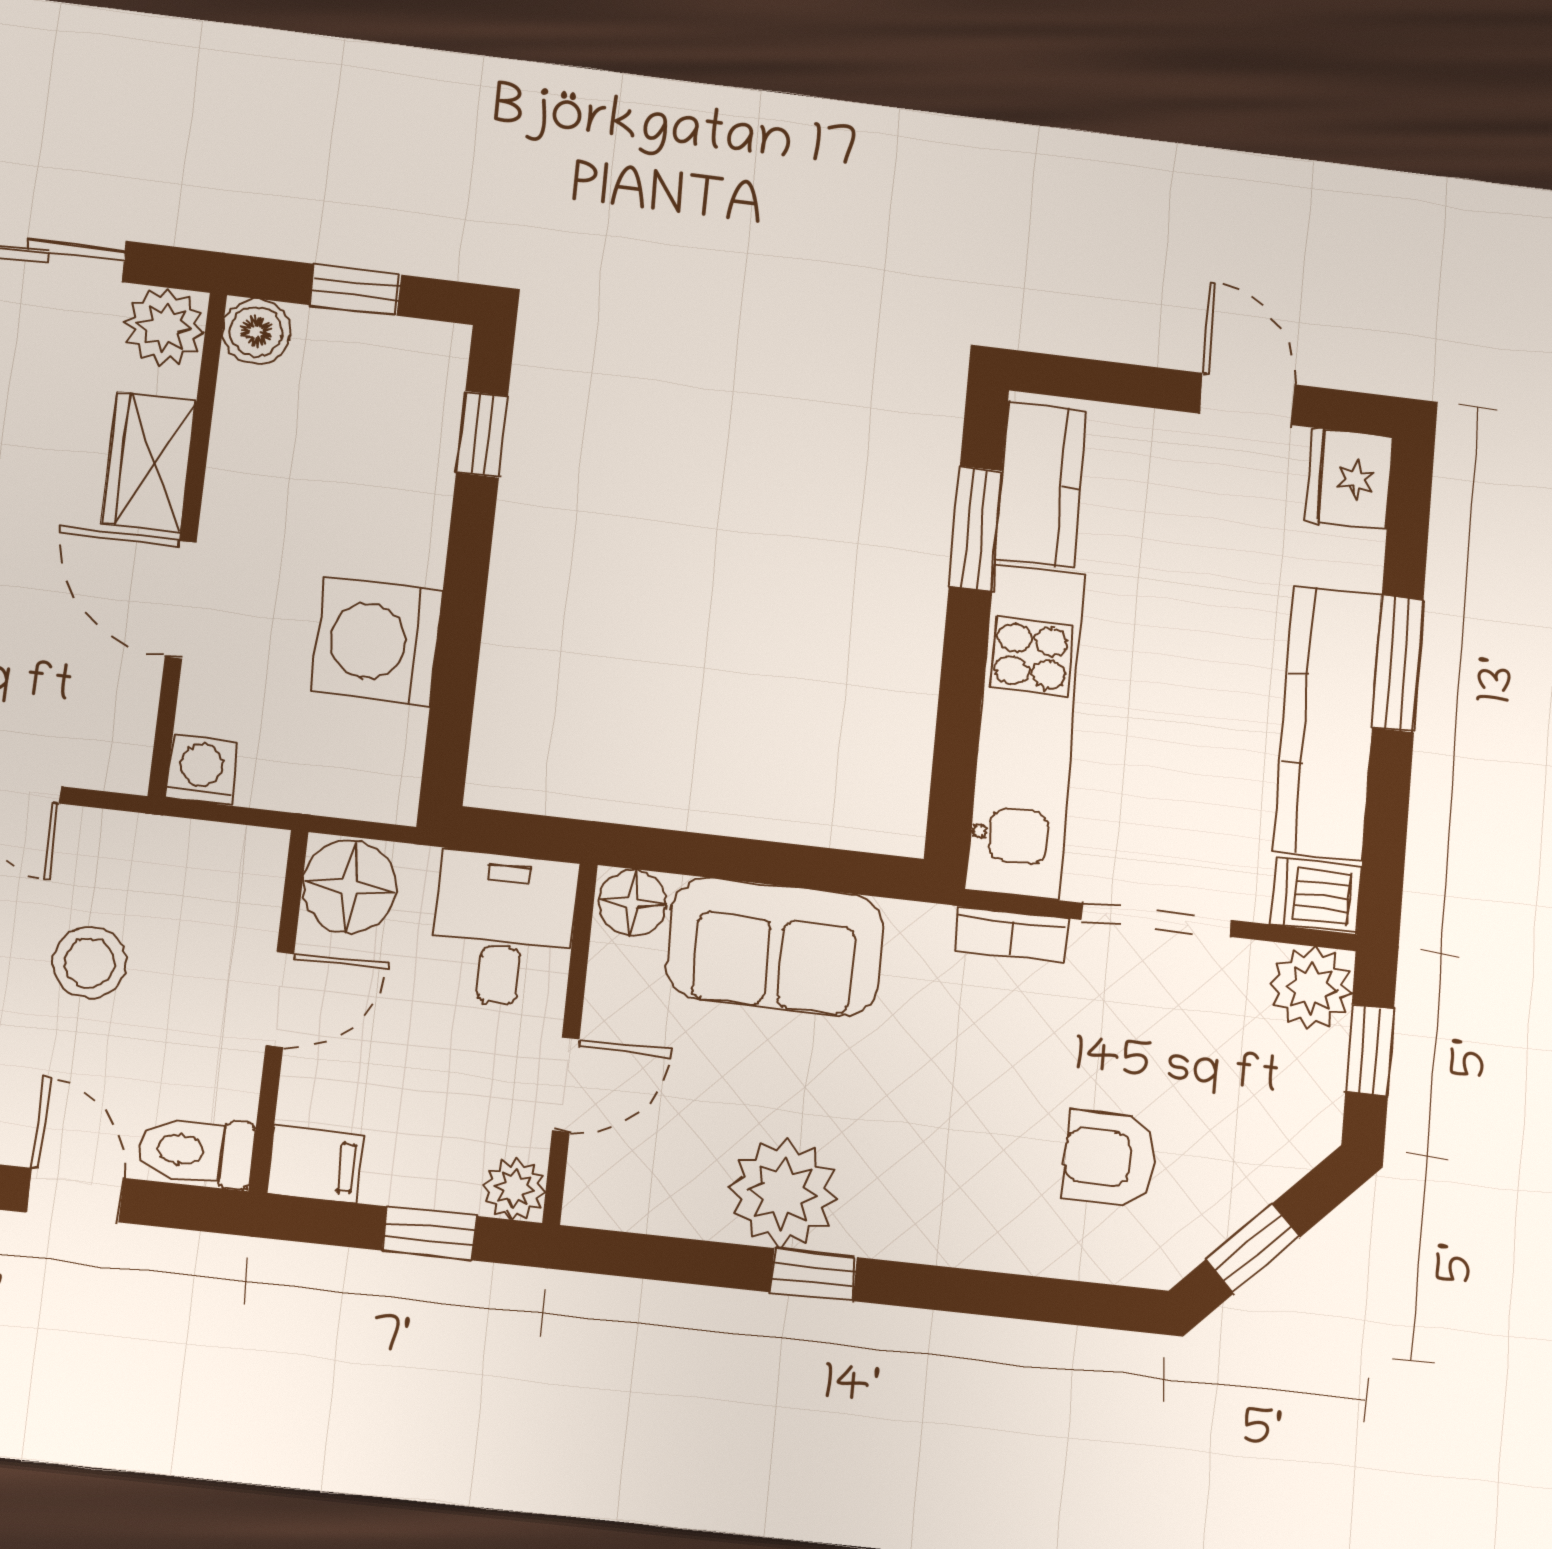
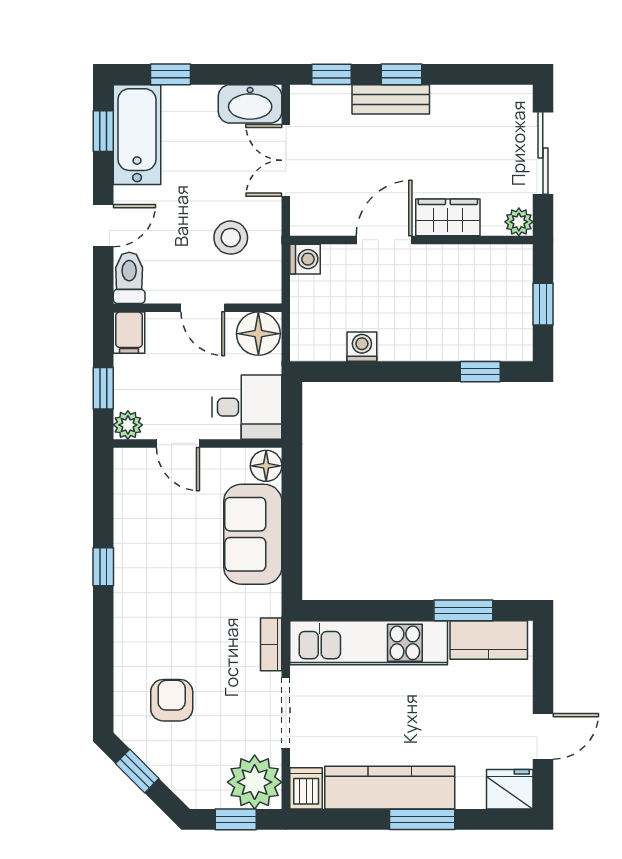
plant: (165, 327) -> (519, 222), width x0.73, depth x0.73
boiler: (256, 331) -> (517, 260), removed
washing machine: (377, 642) -> (362, 347), width x0.53, depth x0.53
stool: (90, 963) -> (231, 238), moved
plant: (1311, 988) -> (255, 782), width x1.36, depth x1.36
plant: (783, 1193) -> (139, 549), removed

